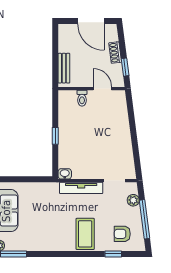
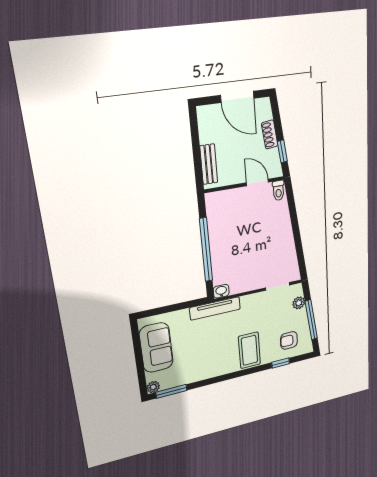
toilet: (82, 98) -> (278, 190), moved
window: (55, 136) -> (206, 250), width x3.17
tv unit: (81, 188) -> (215, 308), moved

